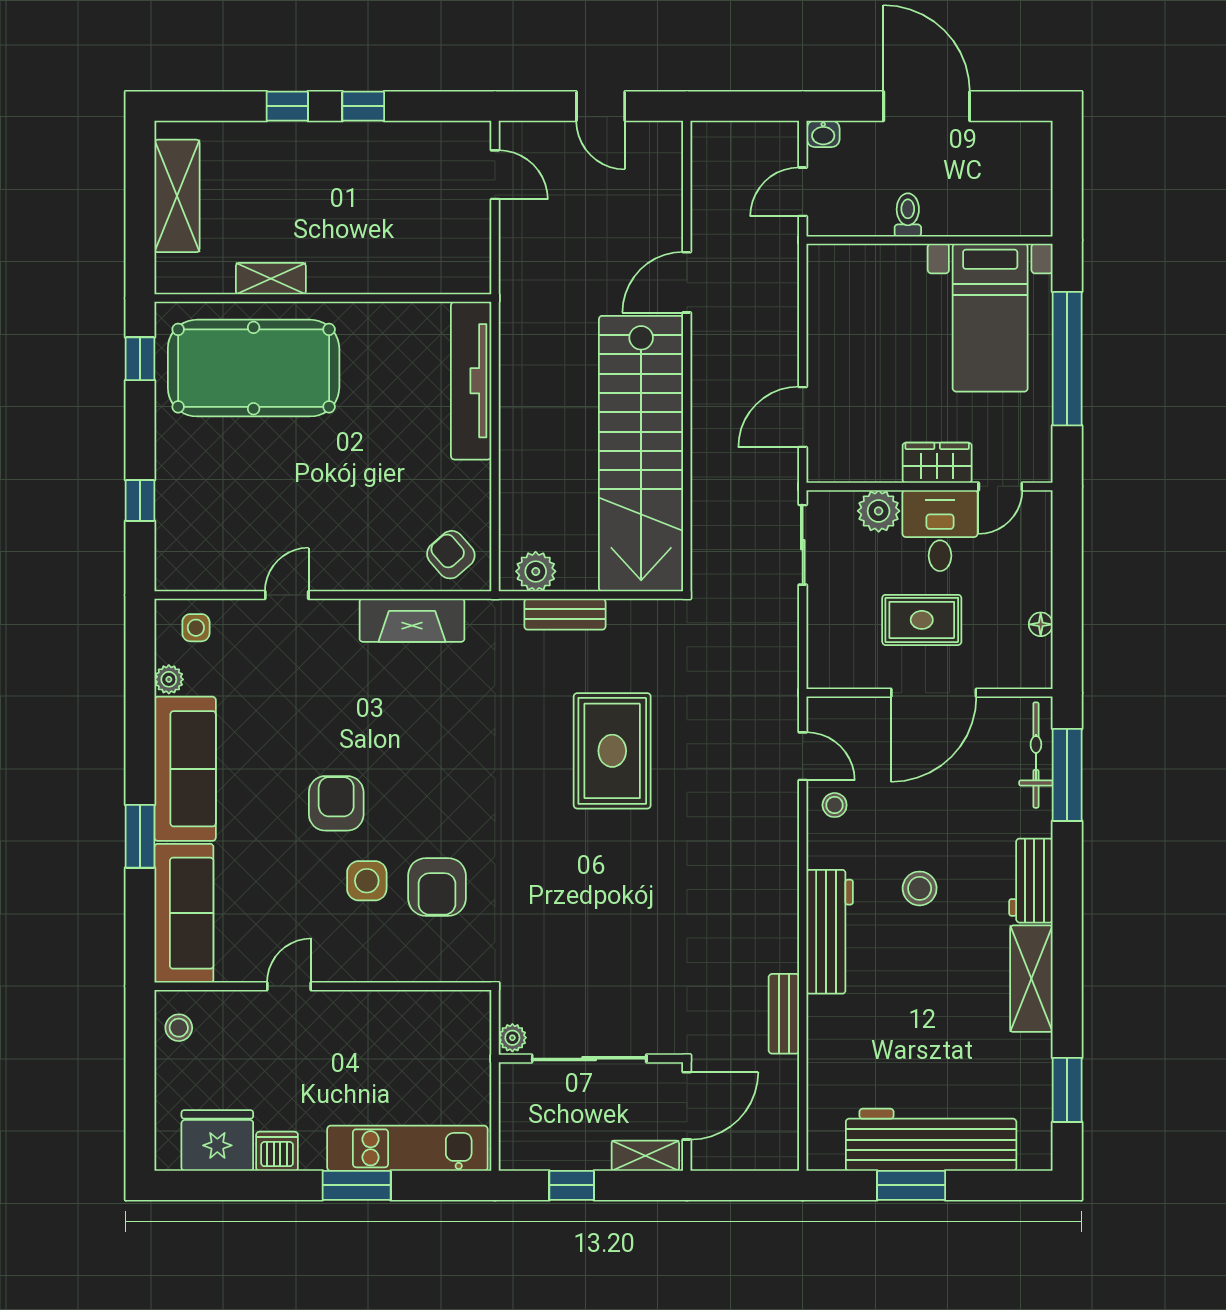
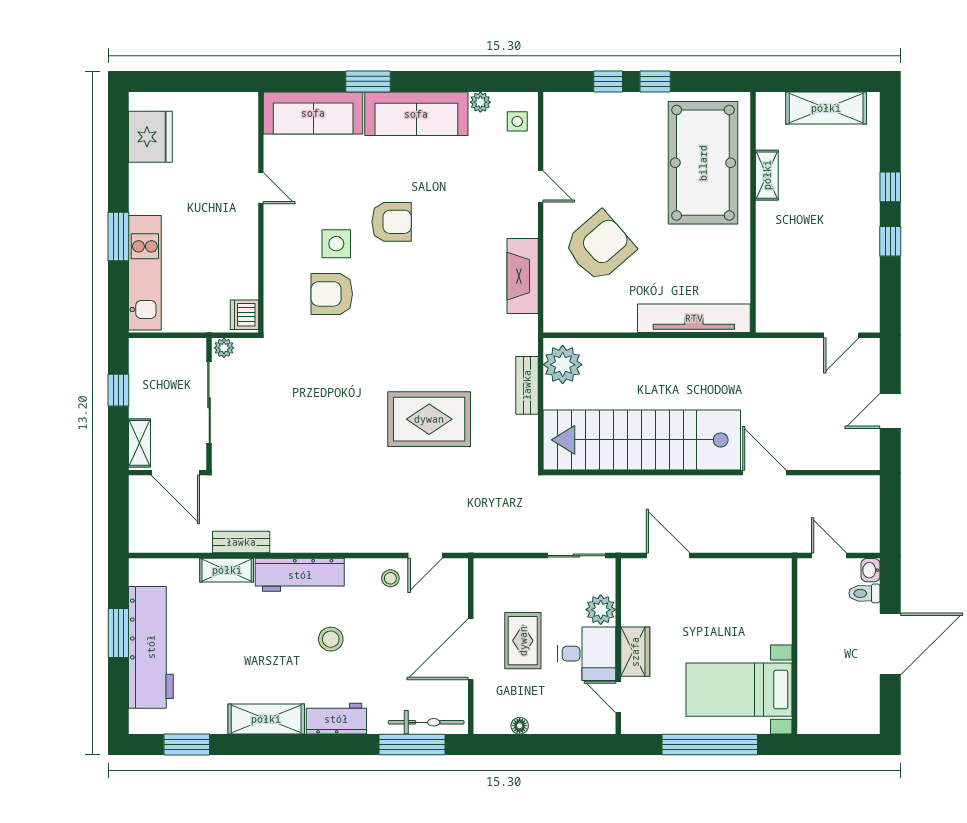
toilet: (908, 215) -> (864, 593), moved, turned 180
window: (140, 359) -> (655, 81), moved
armchair: (451, 555) -> (599, 246), moved, width x1.88, depth x1.88
plant: (536, 571) -> (563, 365), width x1.36, depth x1.36
door: (934, 693) -> (471, 649), hinge flipped
stool: (179, 1028) -> (231, 109), removed
shelving: (823, 1034) -> (227, 570), added
dishwasher: (277, 1151) -> (244, 315), moved, turned 180

